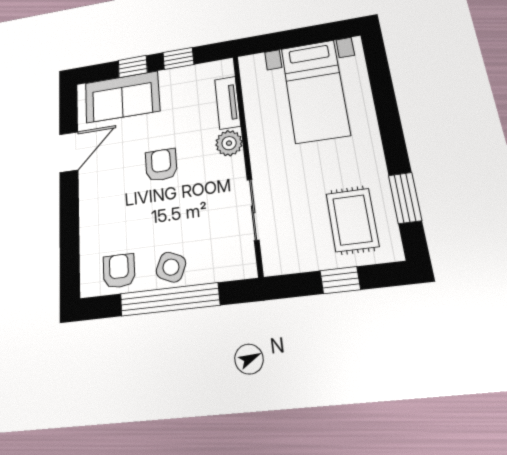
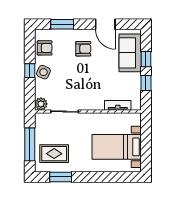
plant: (229, 143) -> (41, 104), moved
armchair: (161, 165) -> (83, 49), moved
window: (69, 239) -> (62, 24), added
window: (340, 280) -> (30, 144), width x2.17
window: (170, 299) -> (30, 71), width x0.32

